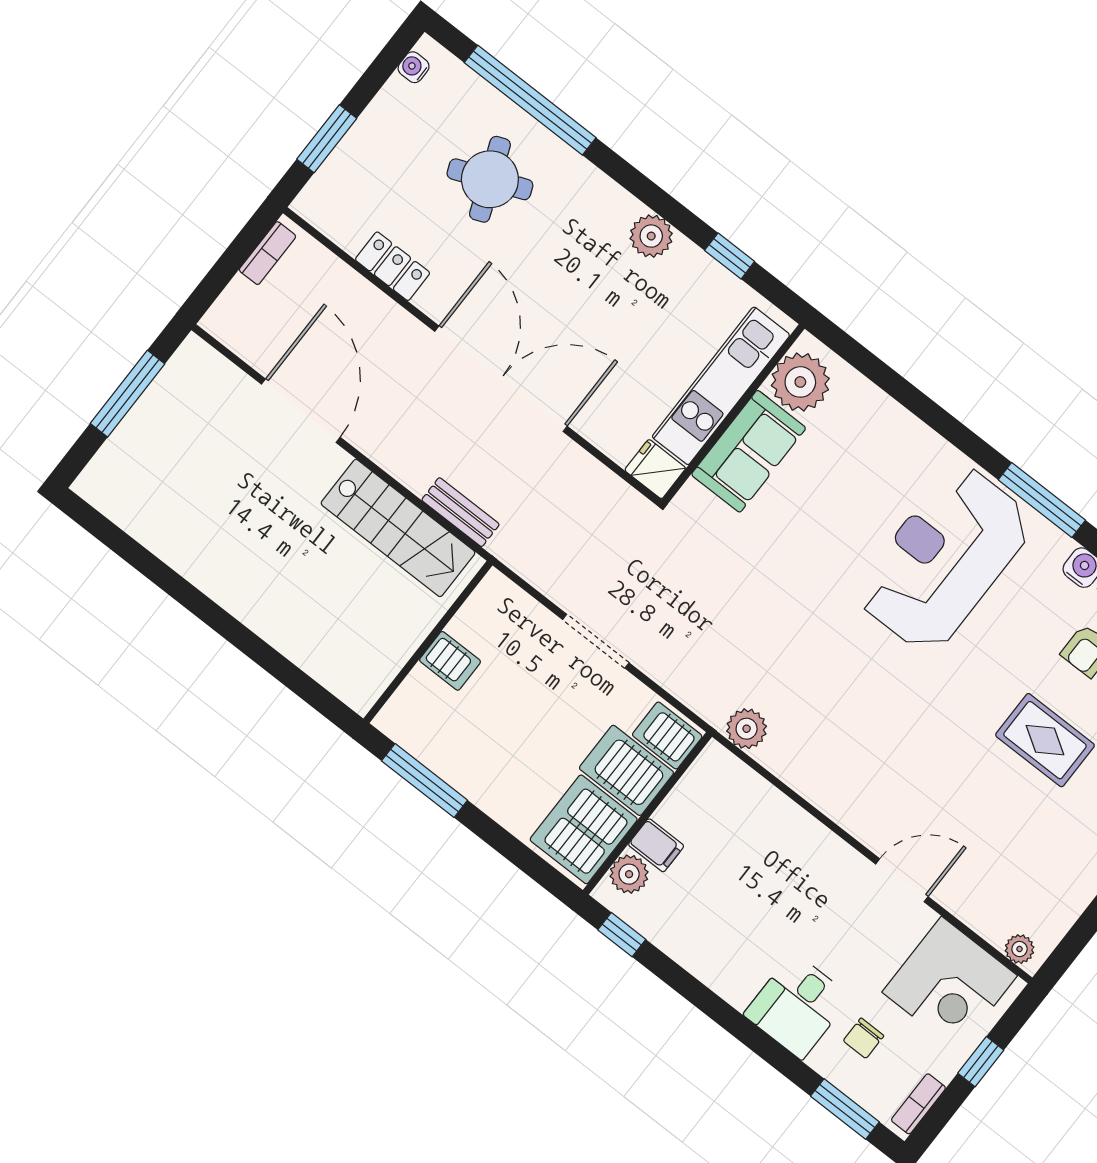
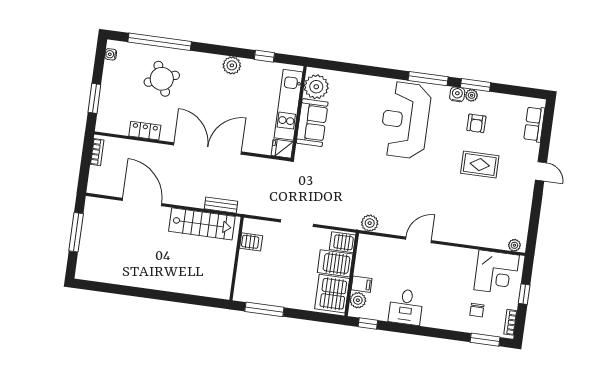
server rack: (450, 661) -> (251, 242), moved
door: (902, 880) -> (419, 240), moved
desk: (797, 1006) -> (406, 307), moved

